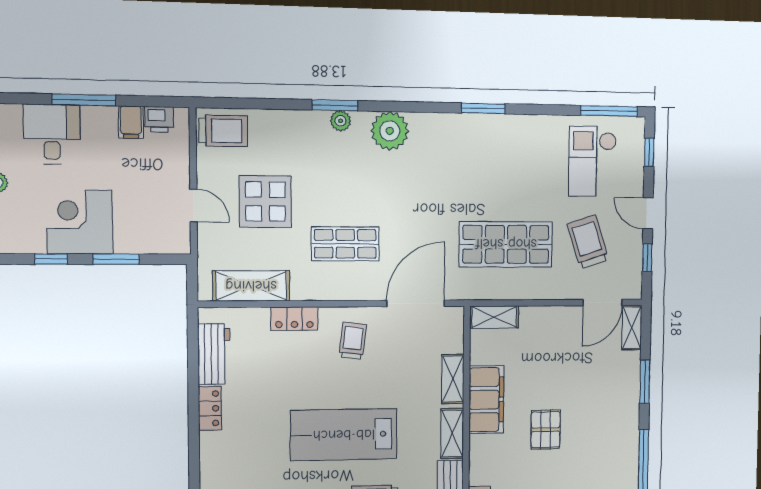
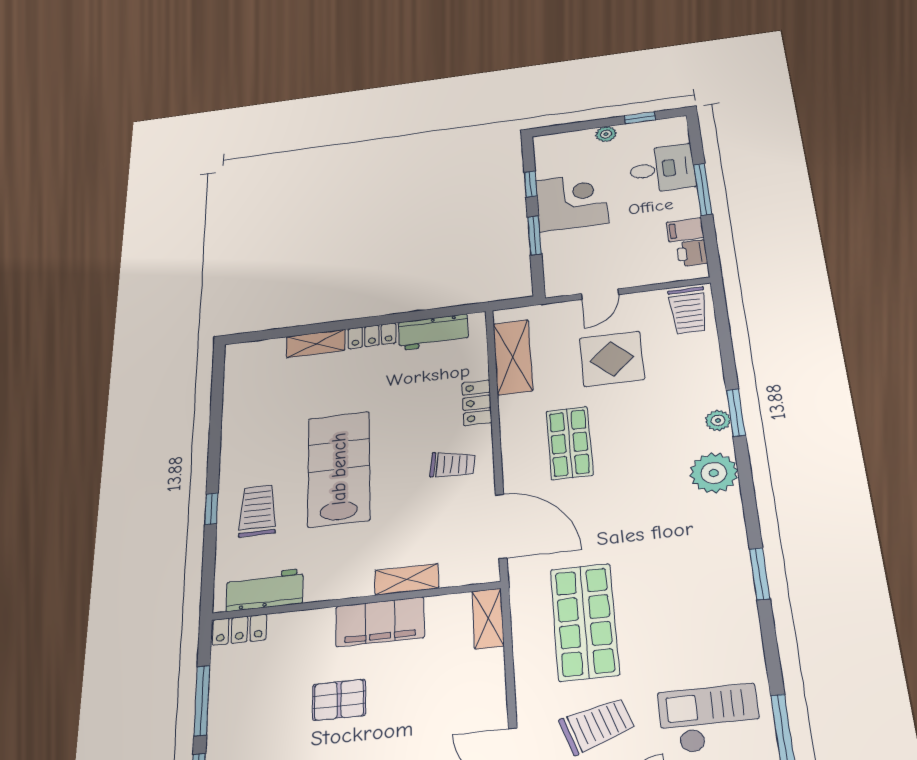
shelving: (452, 433) -> (316, 343), moved

